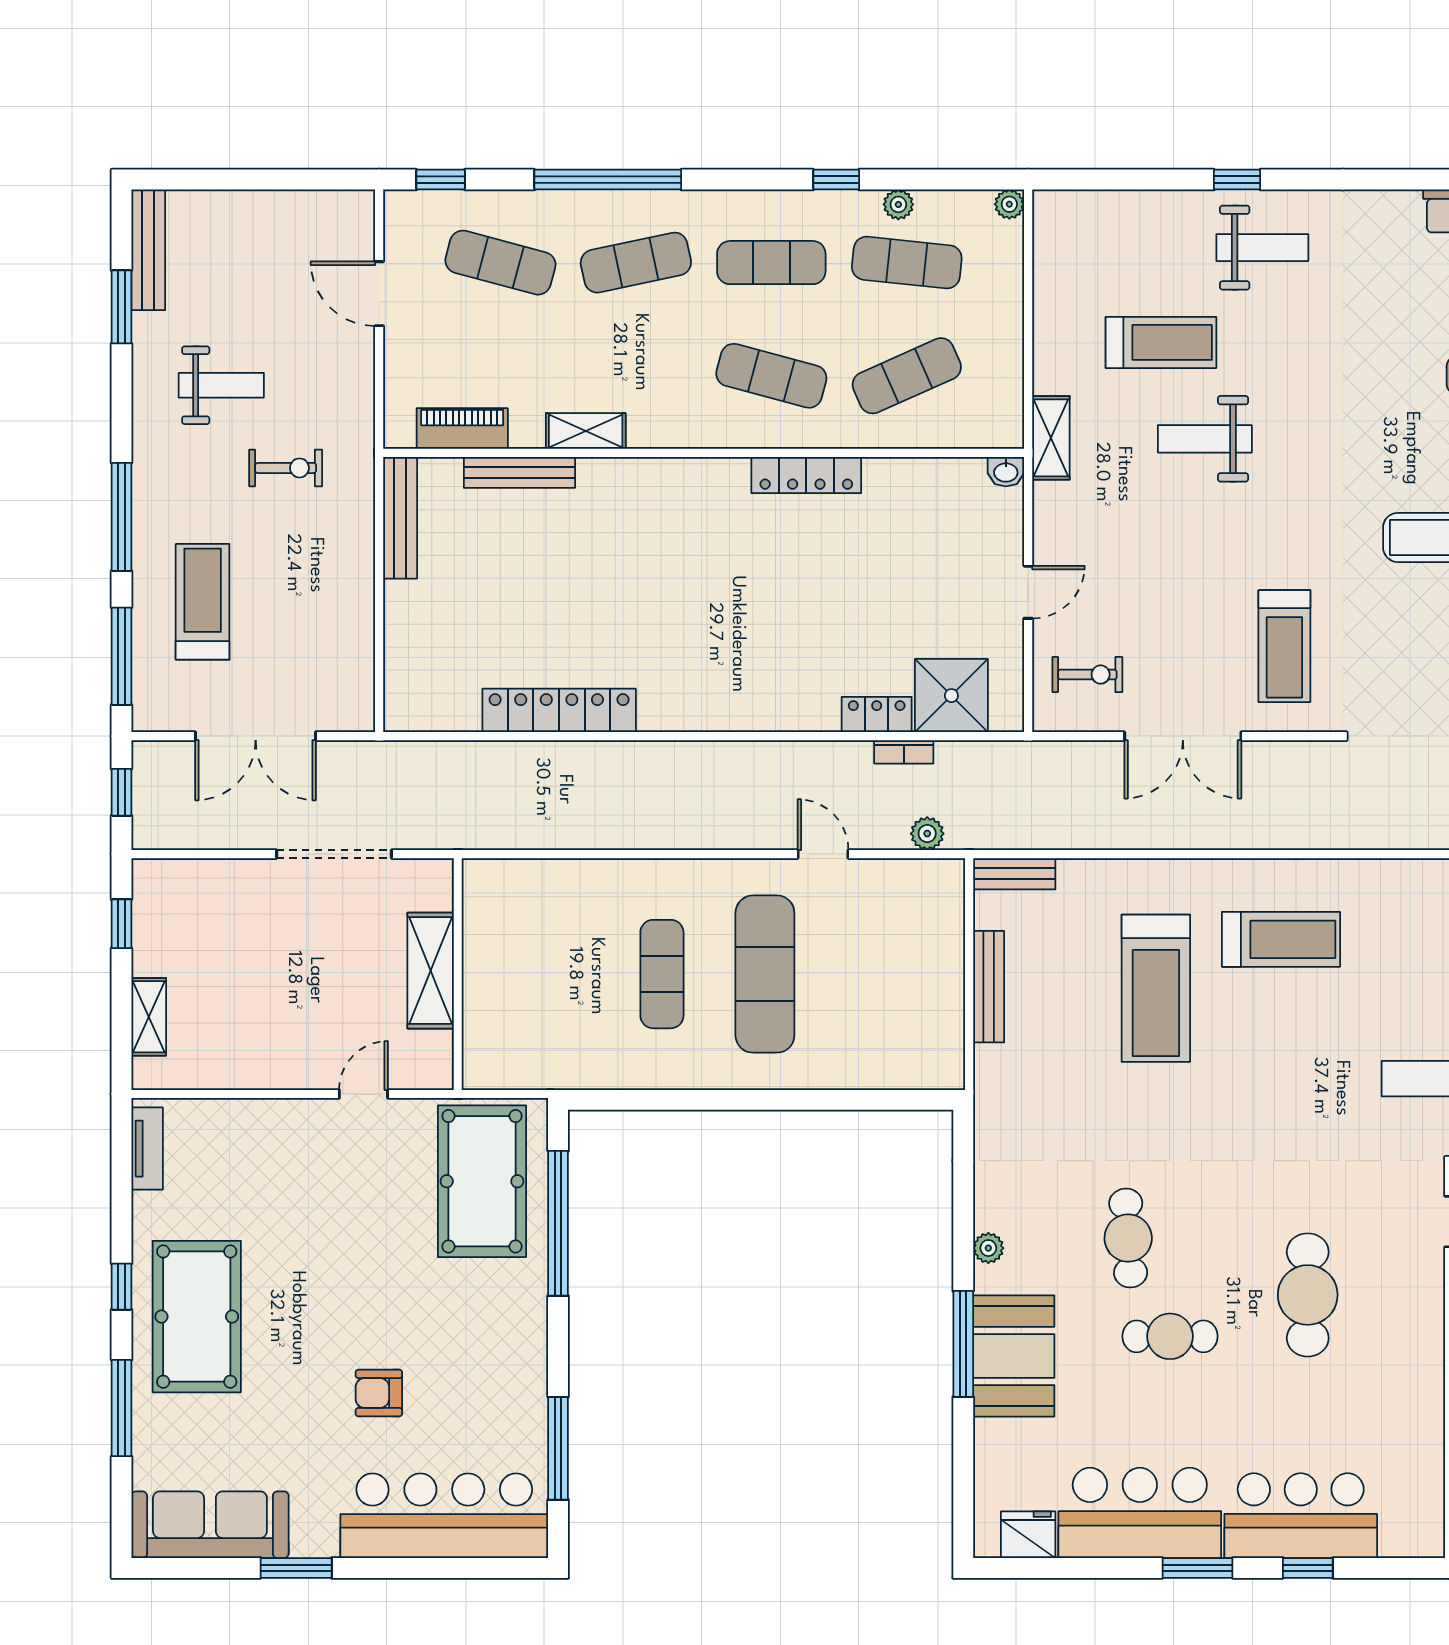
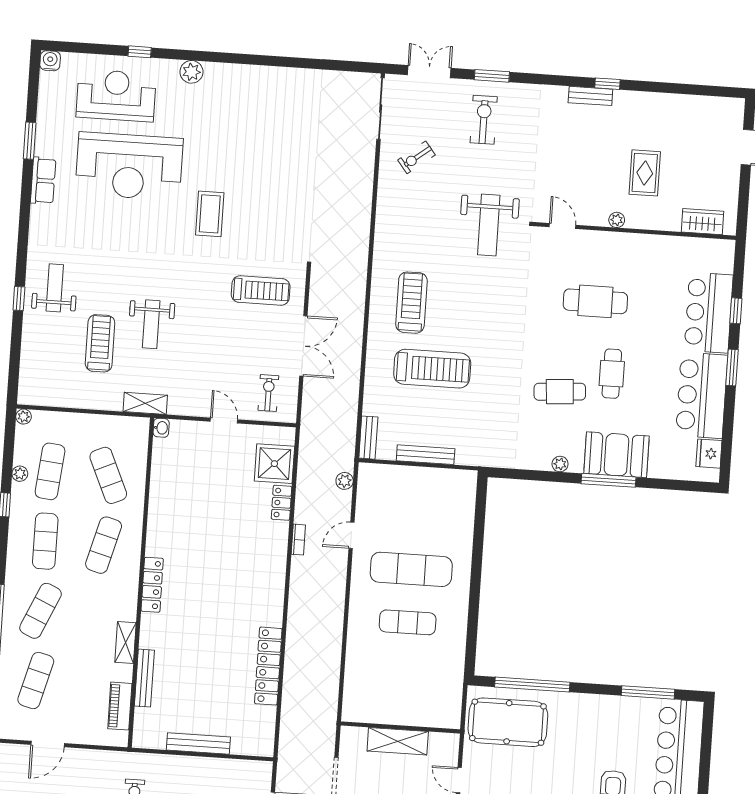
exercise mat: (636, 263) -> (41, 611), turned 36
locker: (806, 475) -> (152, 585), moved
bench: (400, 518) -> (198, 743), moved
bookcase: (904, 752) -> (298, 540), moved

